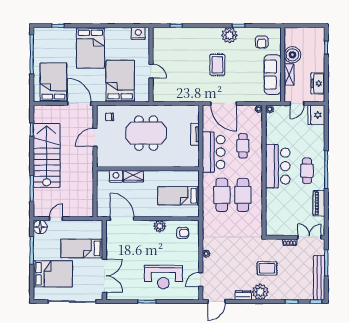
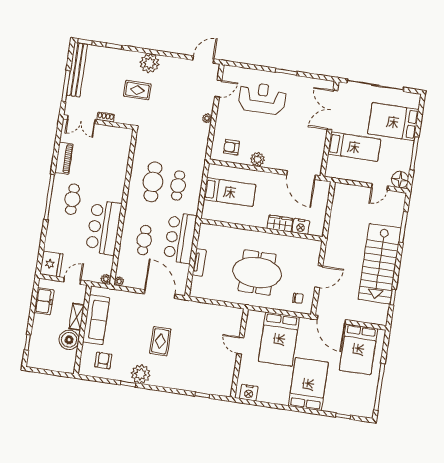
bar counter: (278, 166) -> (104, 227), moved
cafe table: (222, 195) -> (178, 186), width x0.73, depth x0.74
dresser: (243, 295) -> (171, 62), removed

